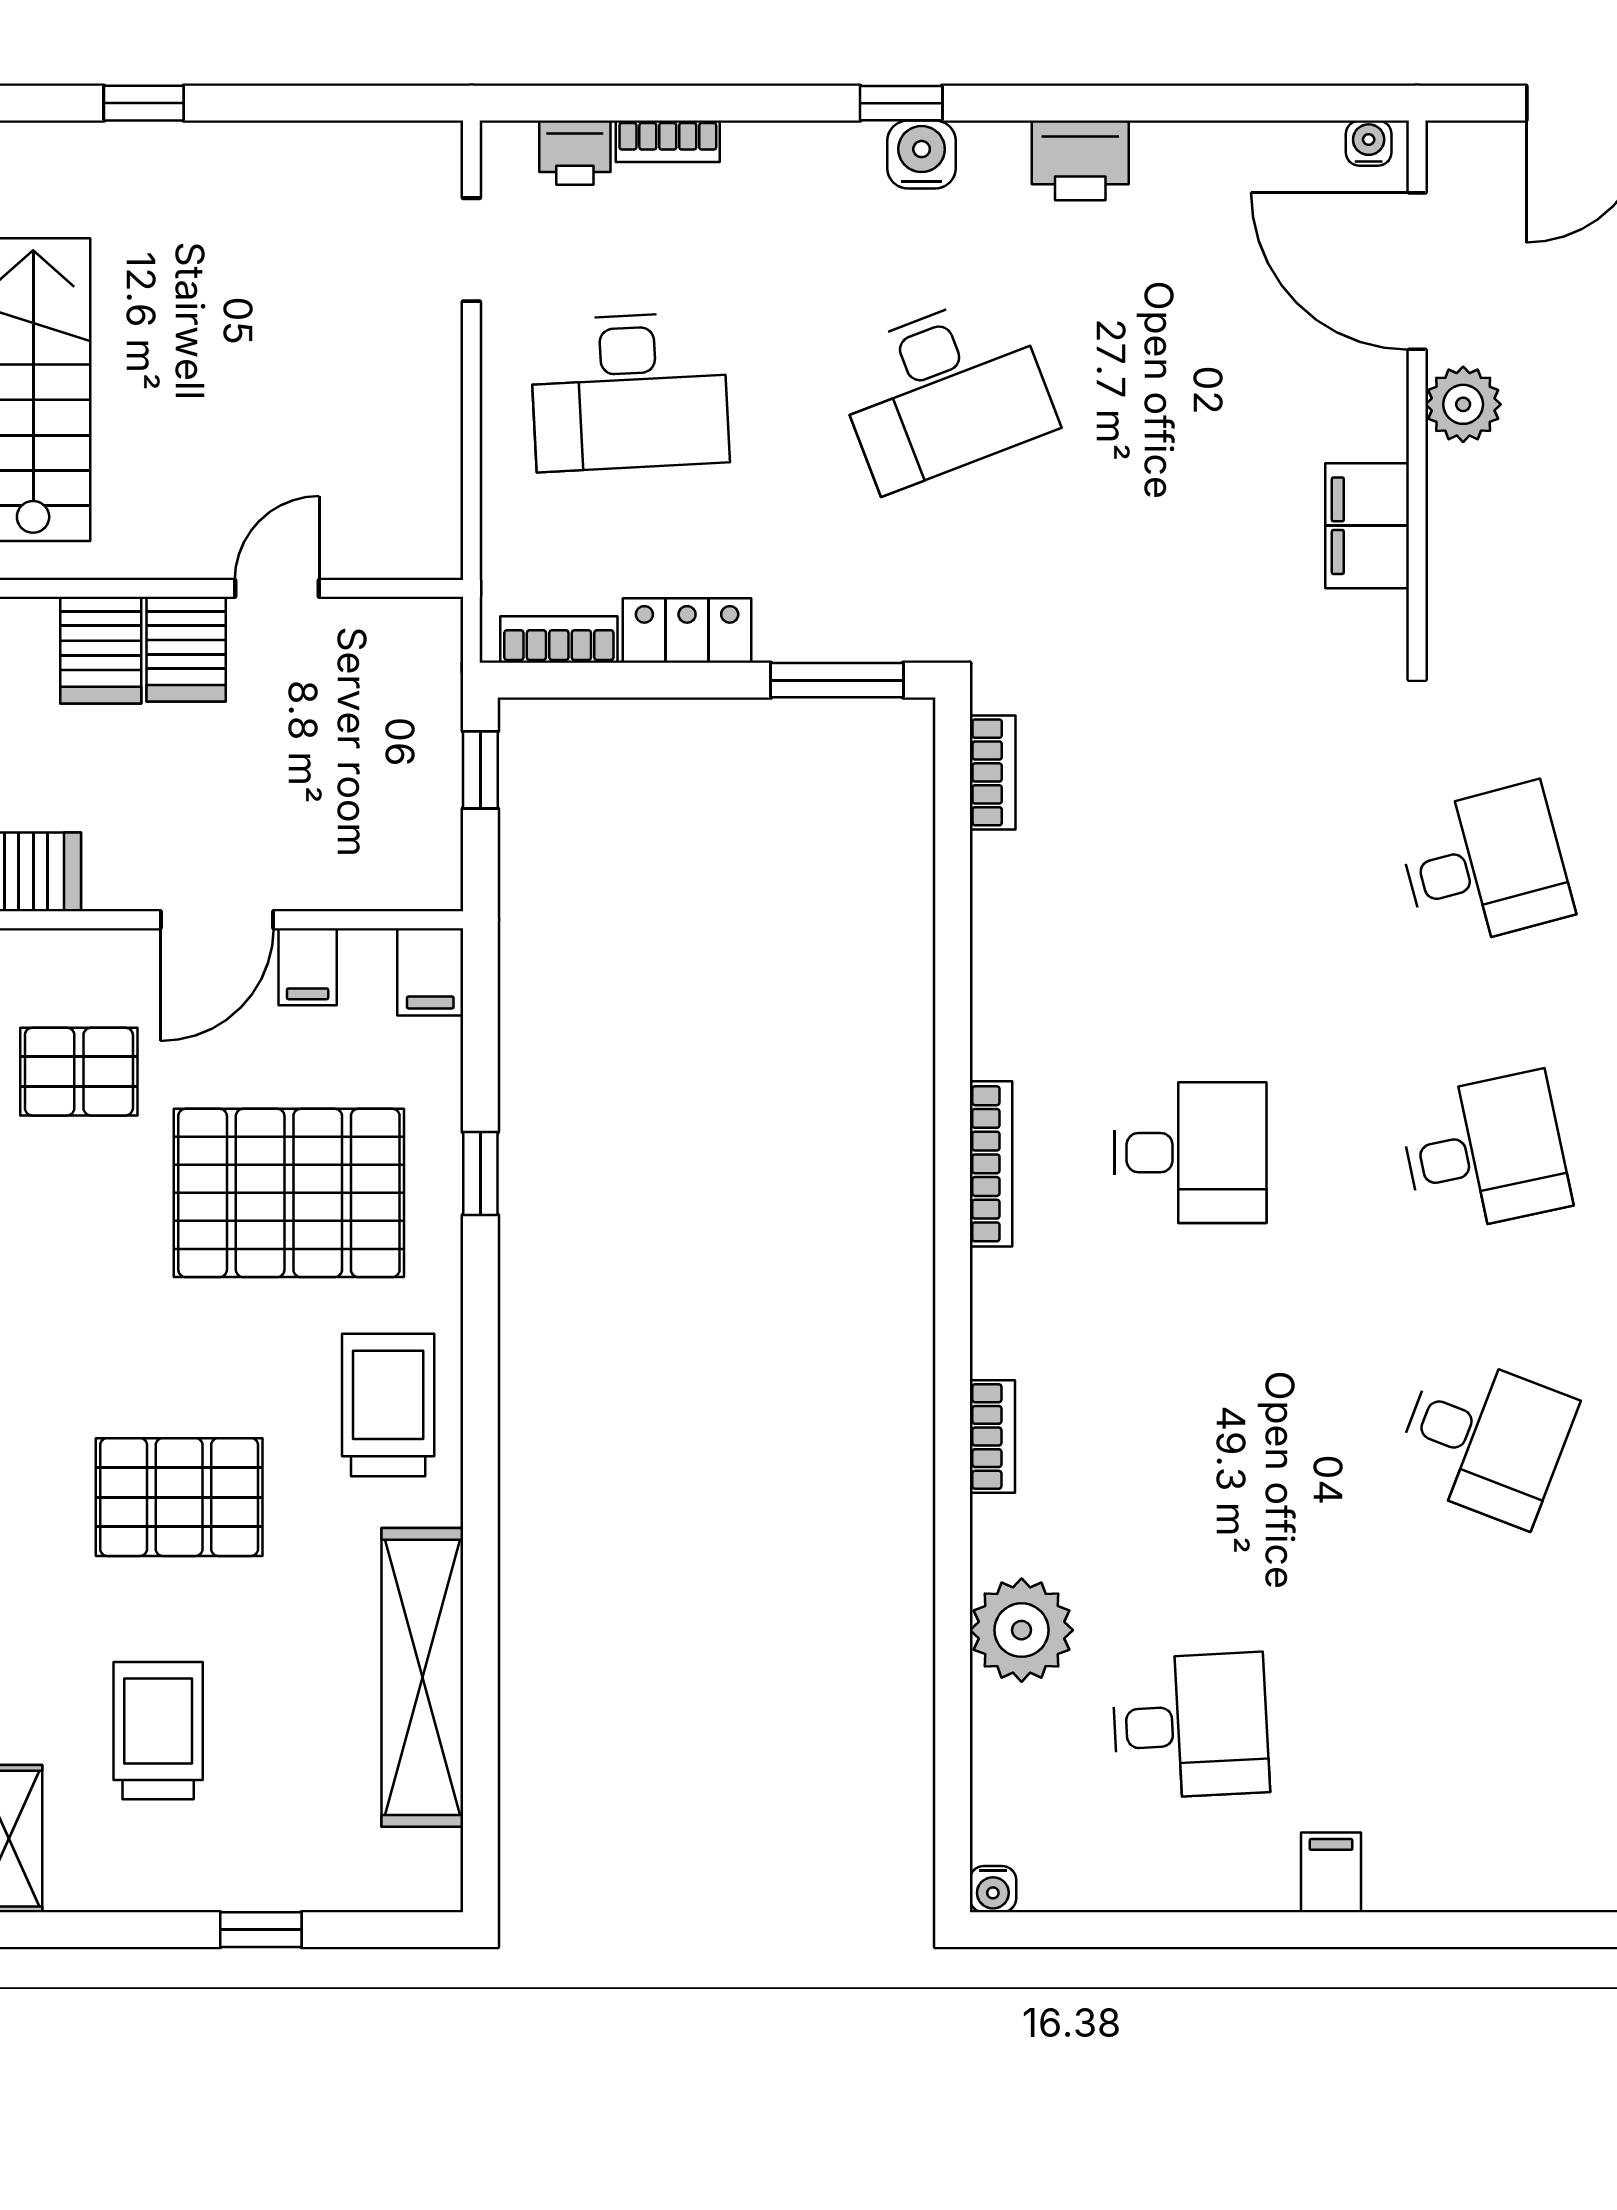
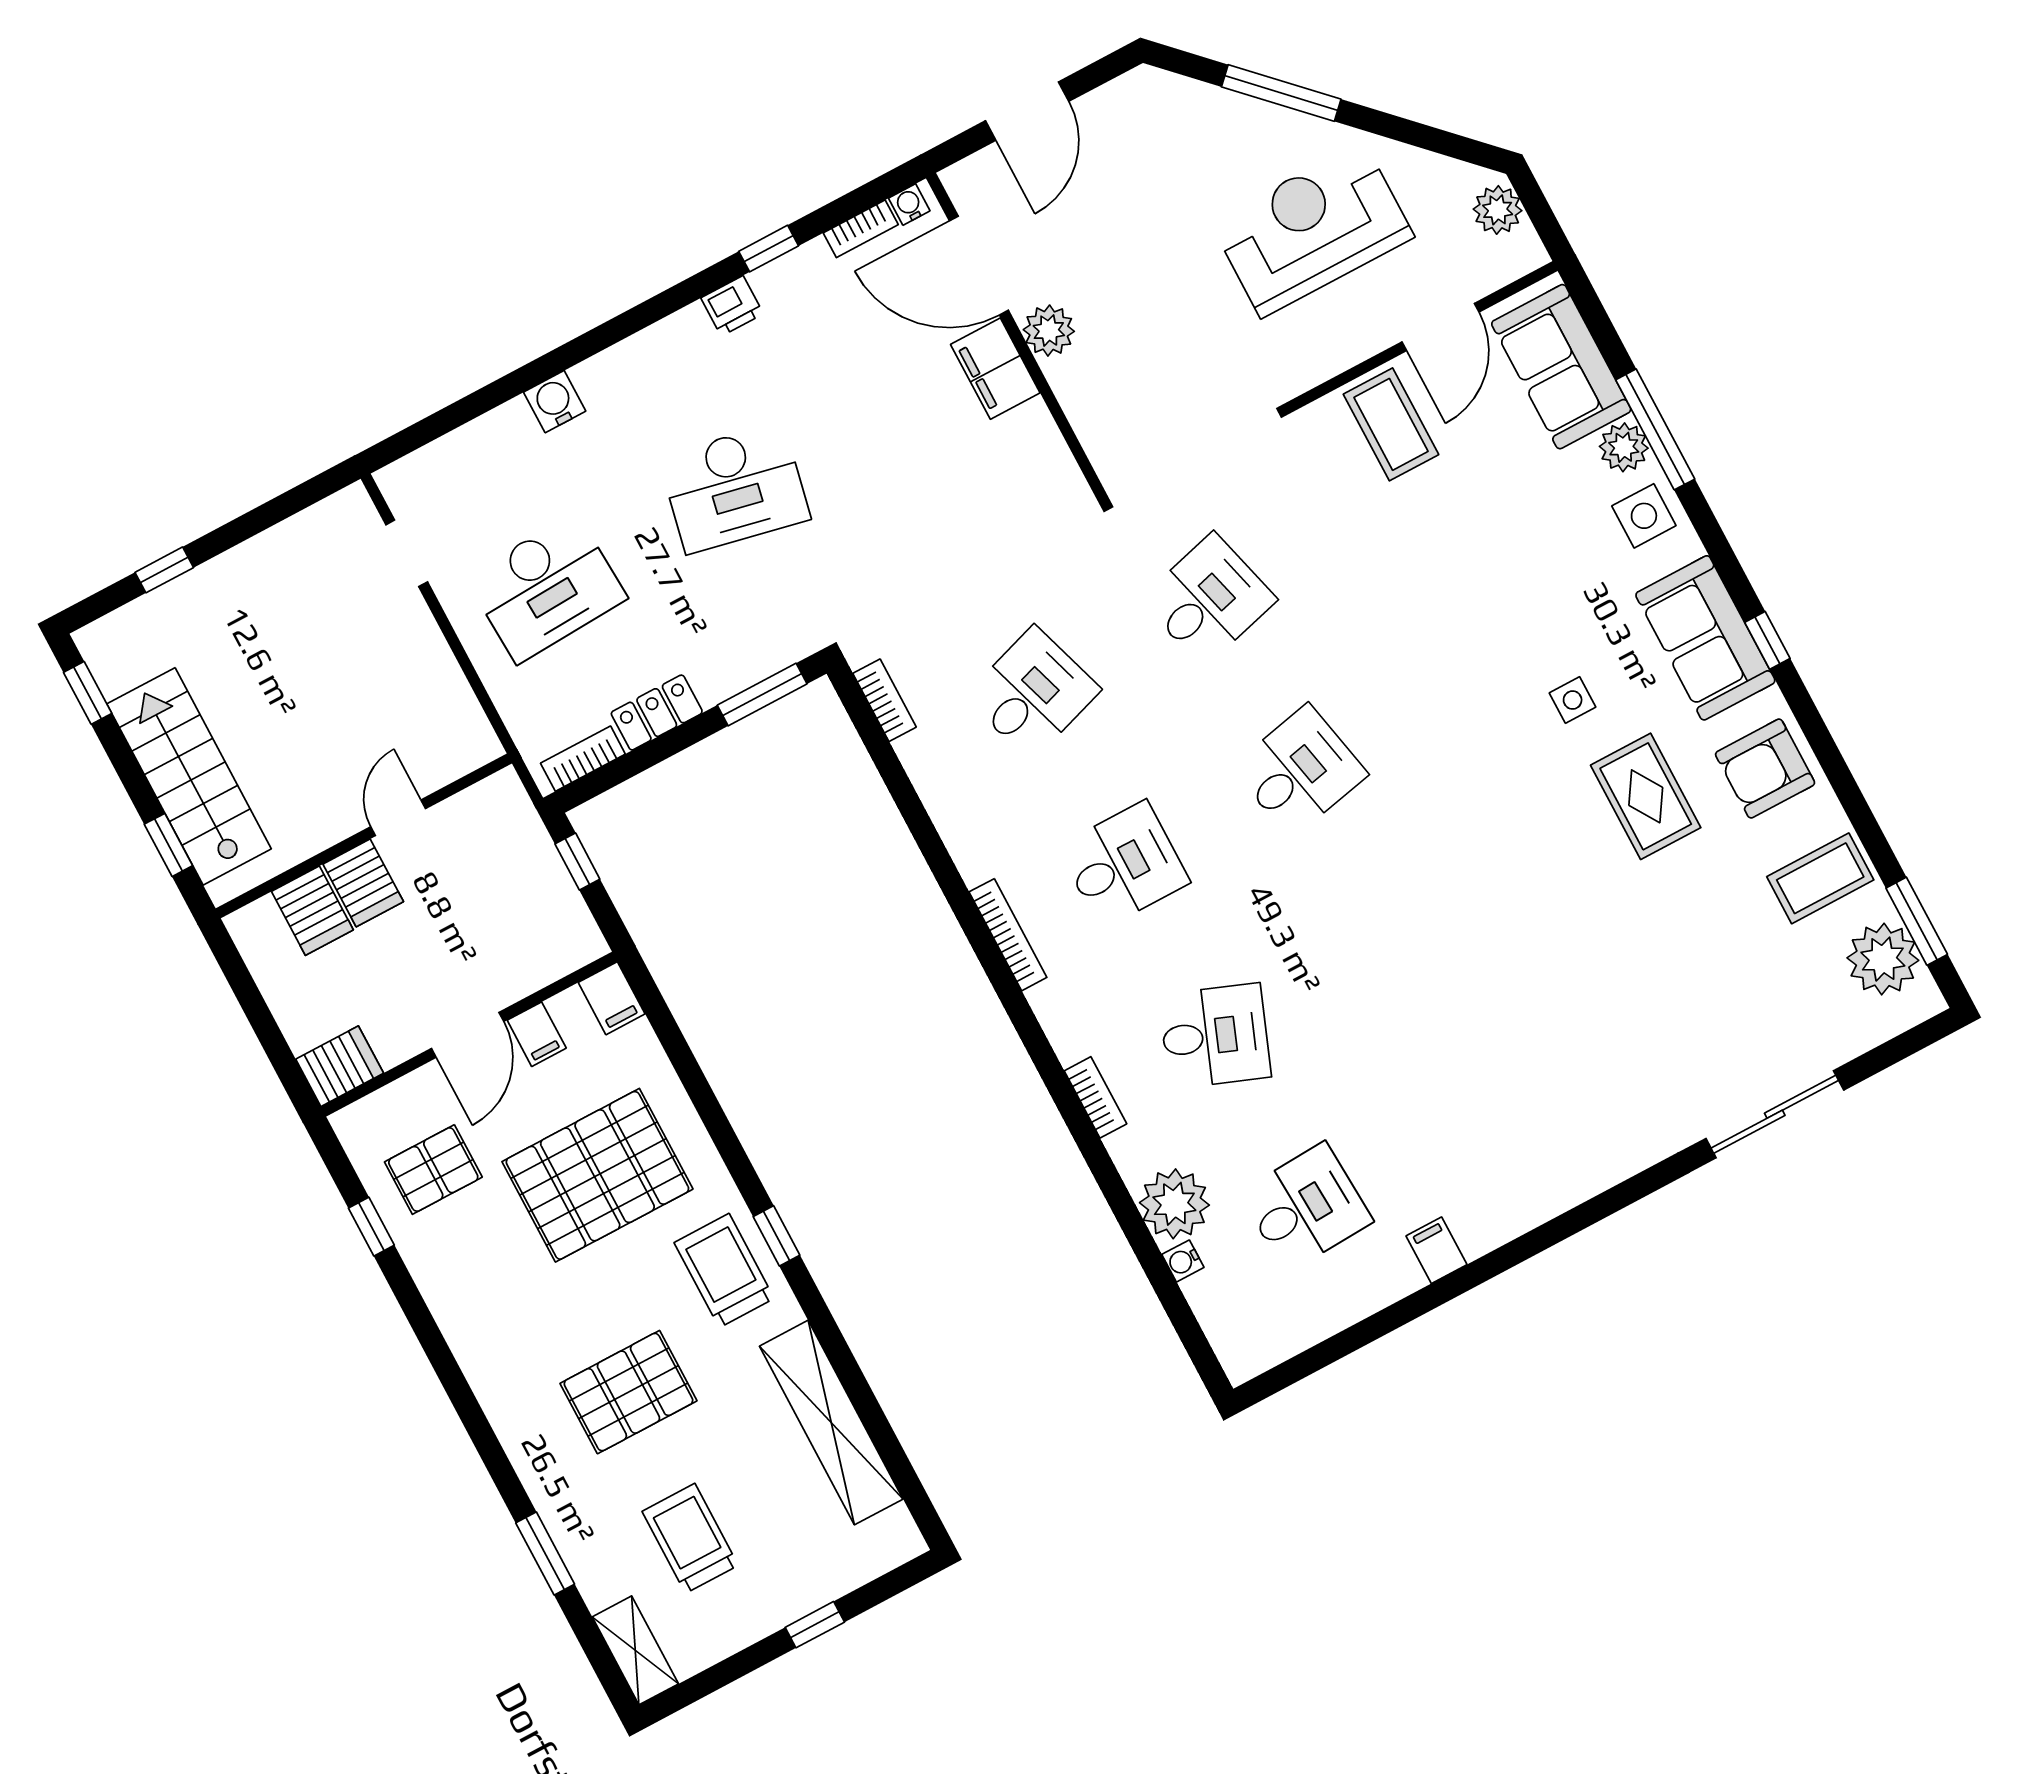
window: (901, 103) -> (769, 249), moved
bookcase: (668, 141) -> (861, 229), moved
printer: (575, 153) -> (438, 462), removed
water cooler: (922, 155) -> (555, 402), moved
printer: (1080, 160) -> (732, 306), width x0.73, depth x0.81
desk: (944, 392) -> (735, 488), turned 33
filing cabinet: (1367, 526) -> (995, 369), moved
desk: (1191, 866) -> (1033, 693), added
window: (480, 1173) -> (776, 1236), moved
desk: (1485, 1439) -> (1215, 1036), moved
water cooler: (993, 1889) -> (1183, 1261), moved, turned 90

